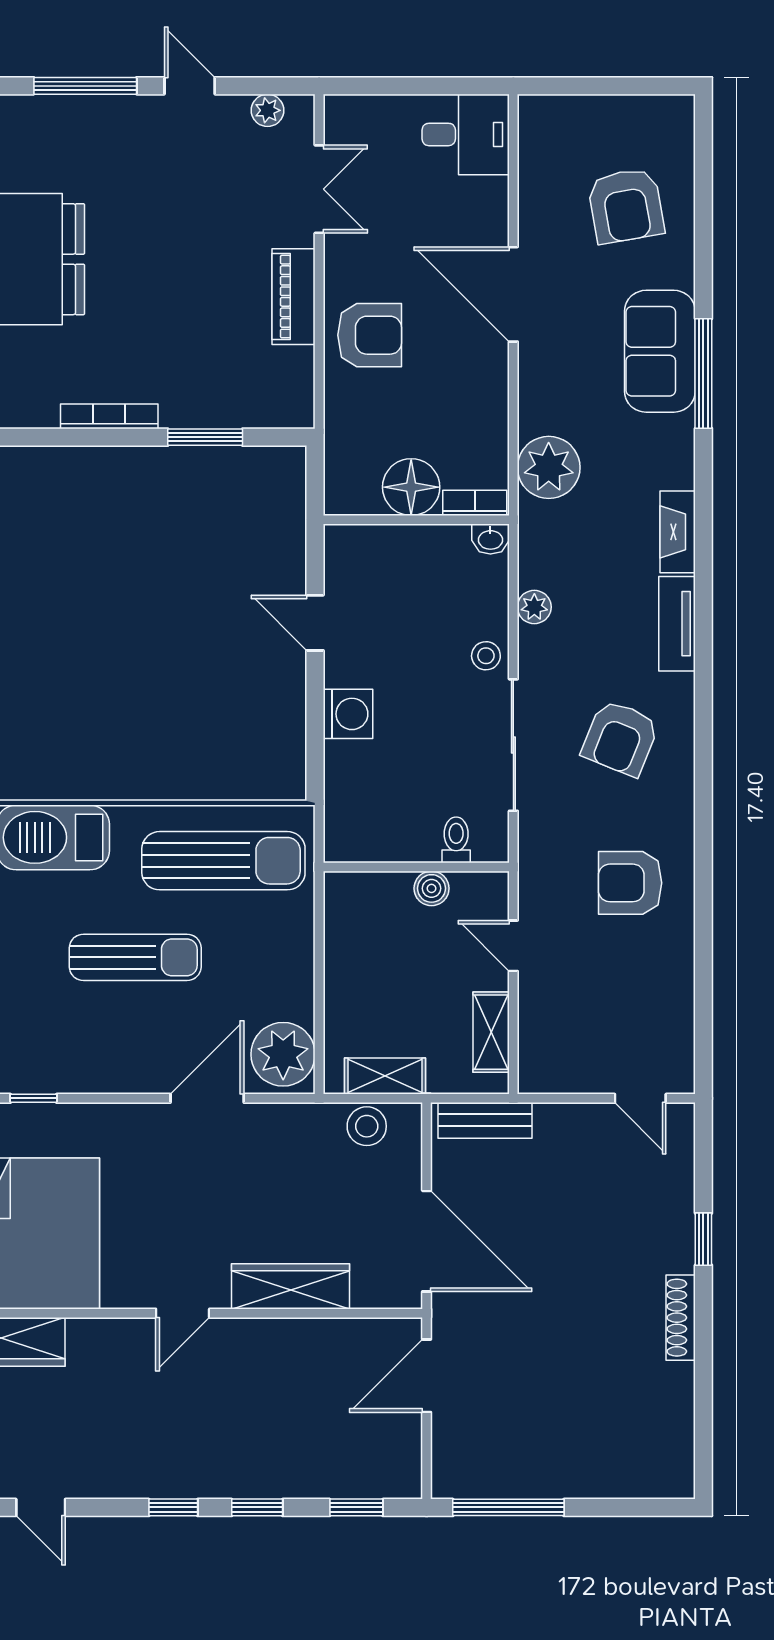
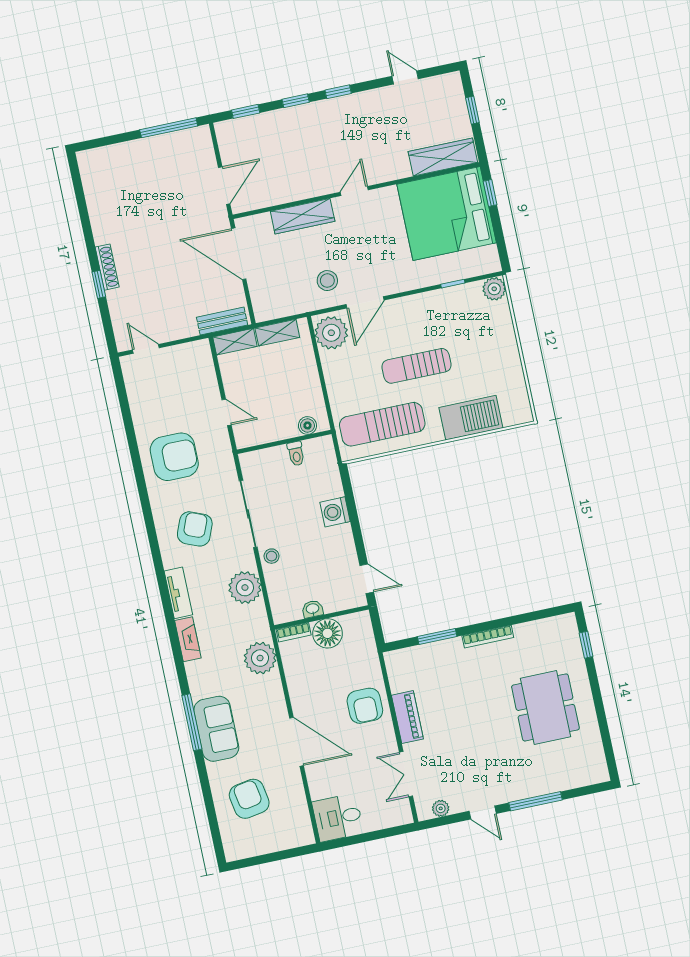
armchair: (370, 335) -> (365, 706), turned -90
washbasin: (490, 539) -> (313, 609), moved
plant: (534, 607) -> (245, 588), width x1.88, depth x1.88
door: (315, 623) -> (367, 579), moved
toilet: (456, 840) -> (296, 454), moved
armchair: (630, 883) -> (174, 457), width x1.36, depth x1.36
boiler: (432, 888) -> (307, 425), moved
shelving: (491, 1032) -> (235, 342), moved, turned 90
stool: (367, 1126) -> (327, 281), moved
shoe rack: (681, 1318) -> (107, 267), moved

